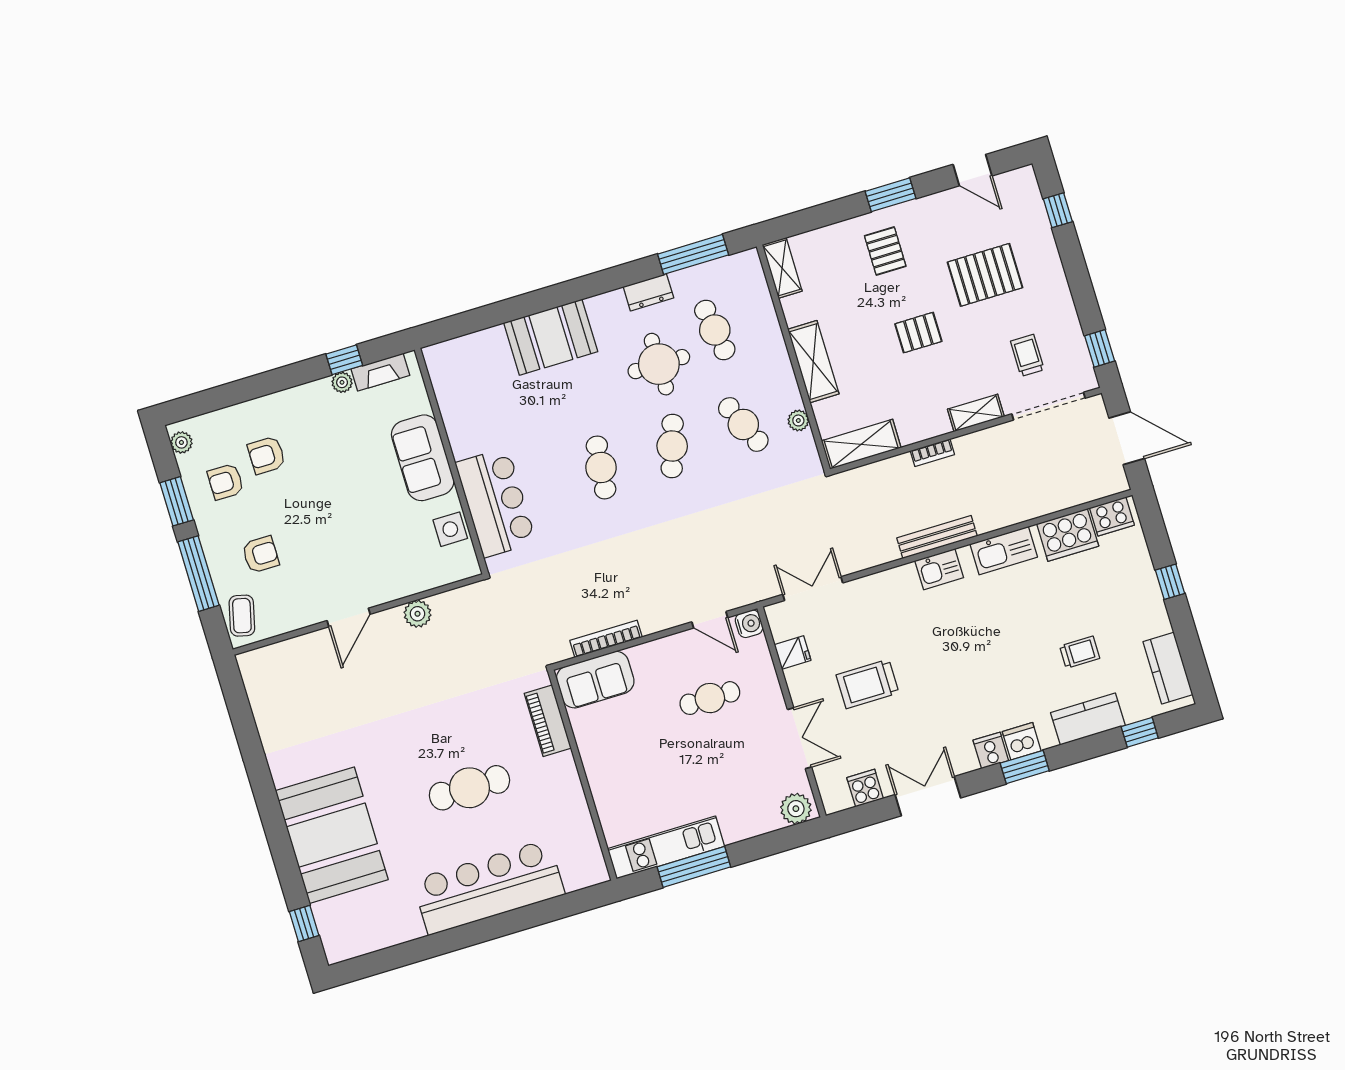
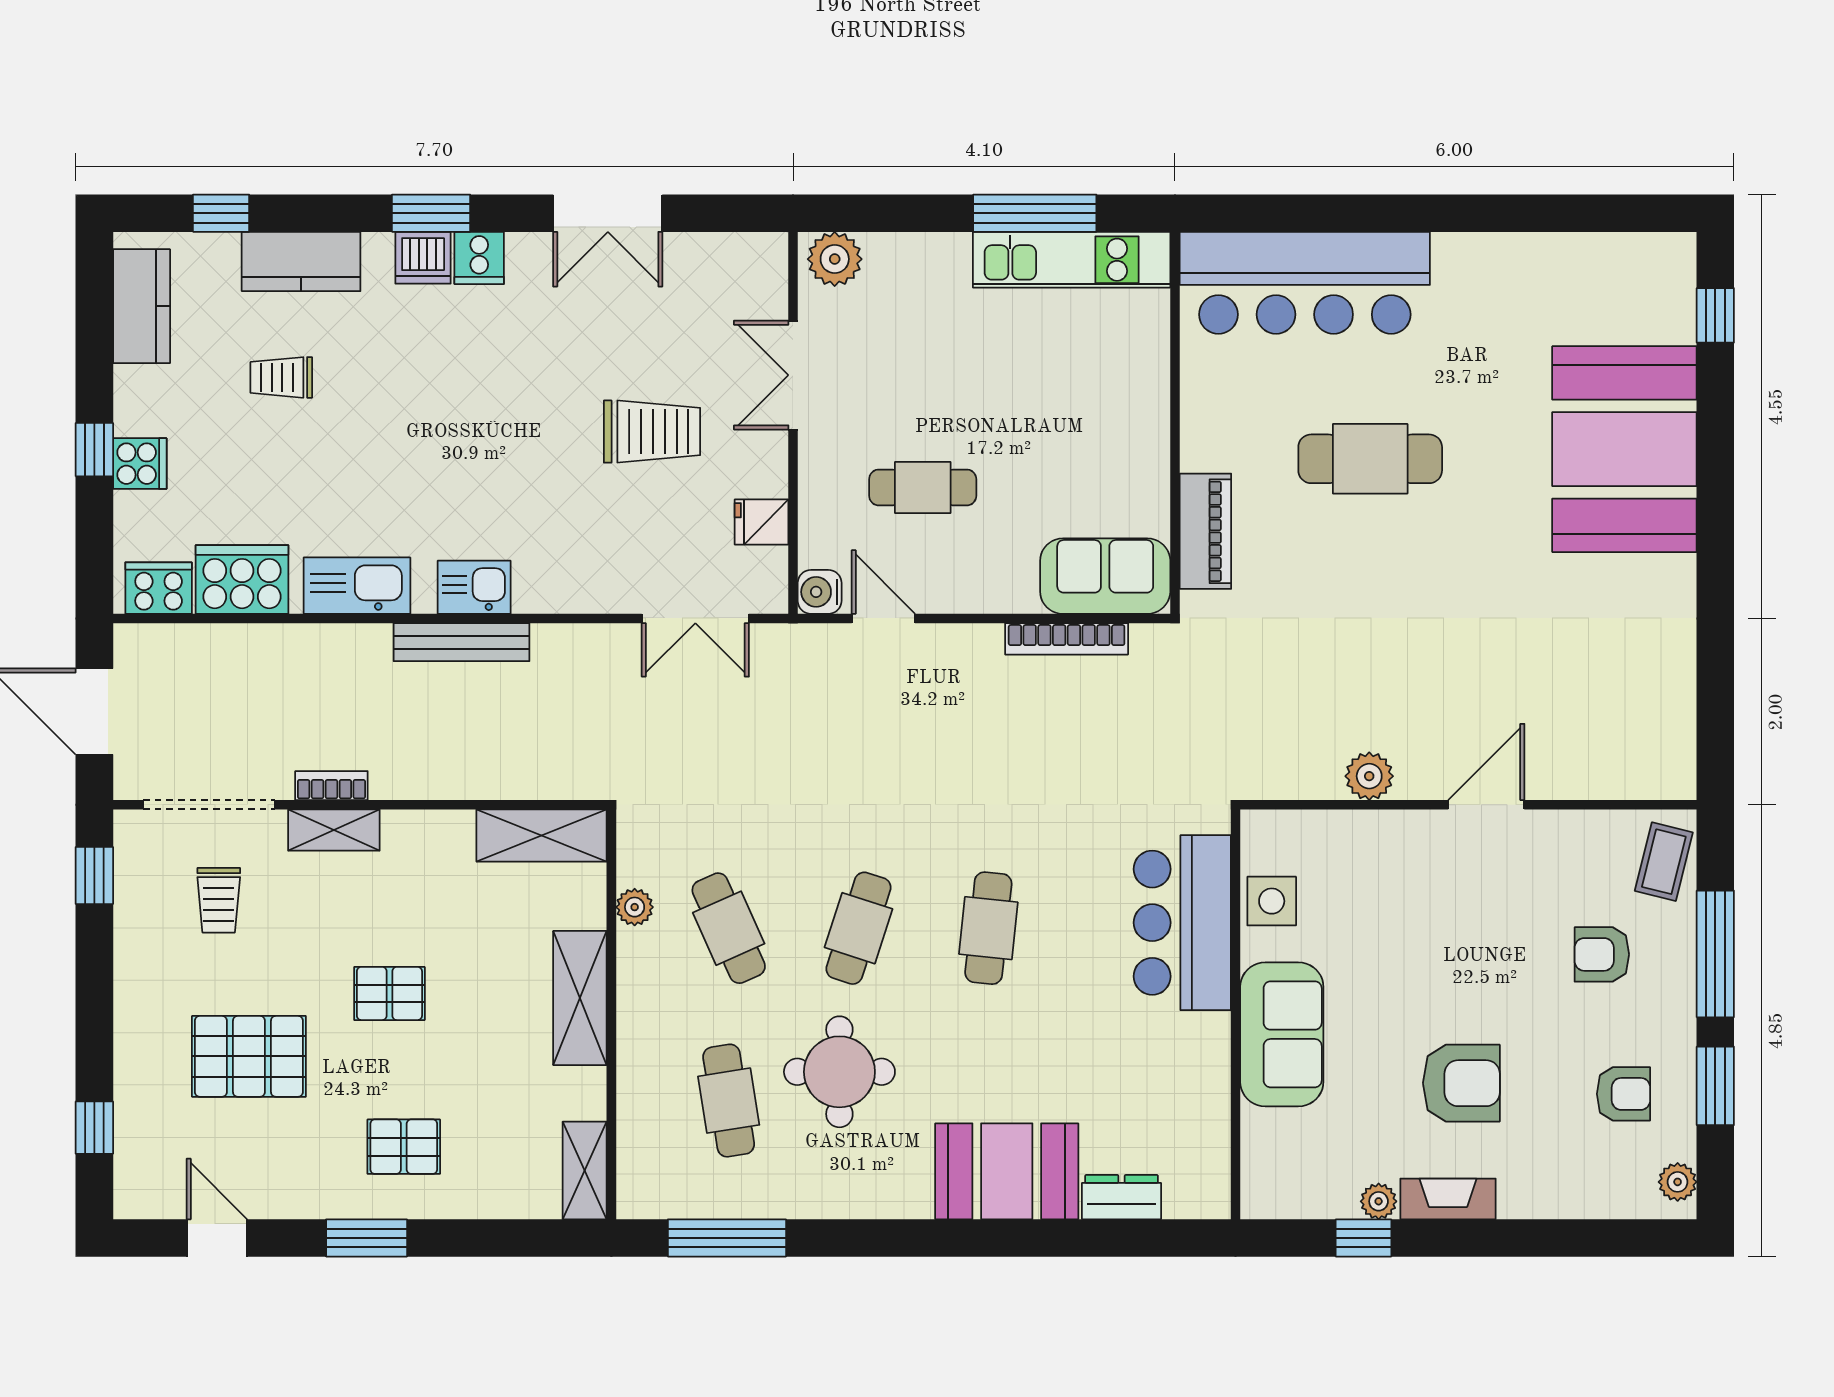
pallet: (885, 251) -> (404, 1147), turned 90
dresser: (648, 292) -> (1122, 1197), moved
fireplace: (380, 372) -> (1448, 1199), moved
bookcase: (932, 453) -> (331, 786), moved
armchair: (267, 455) -> (1461, 1083), moved, width x1.38, depth x1.38
cooker: (865, 788) -> (140, 464), moved, turned -90
bar counter: (489, 887) -> (1305, 283), moved

